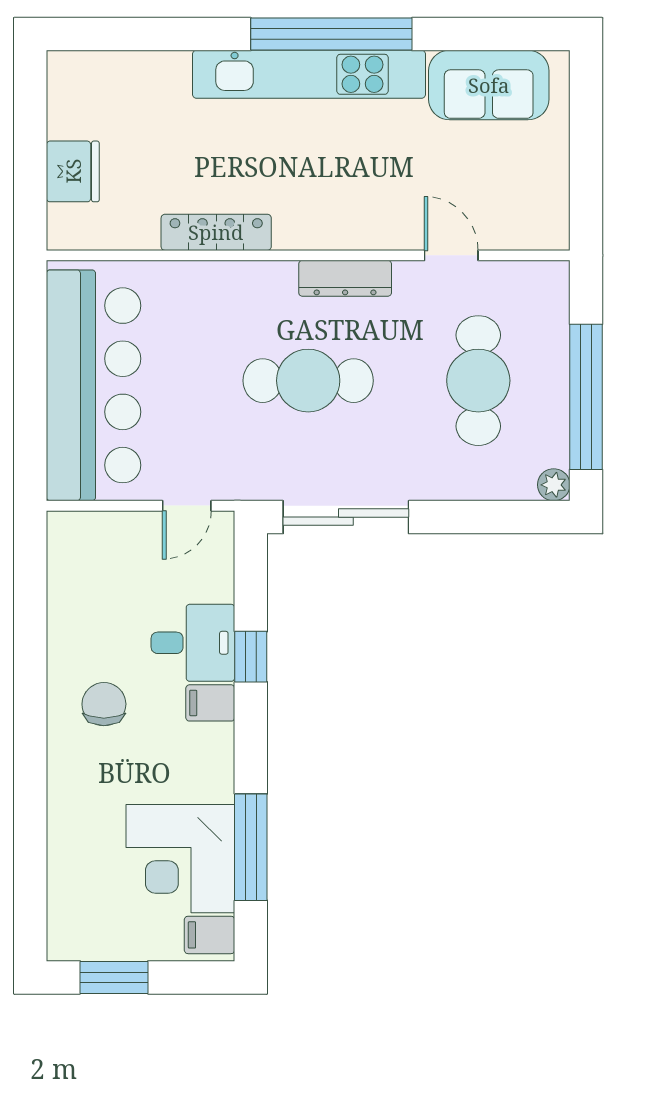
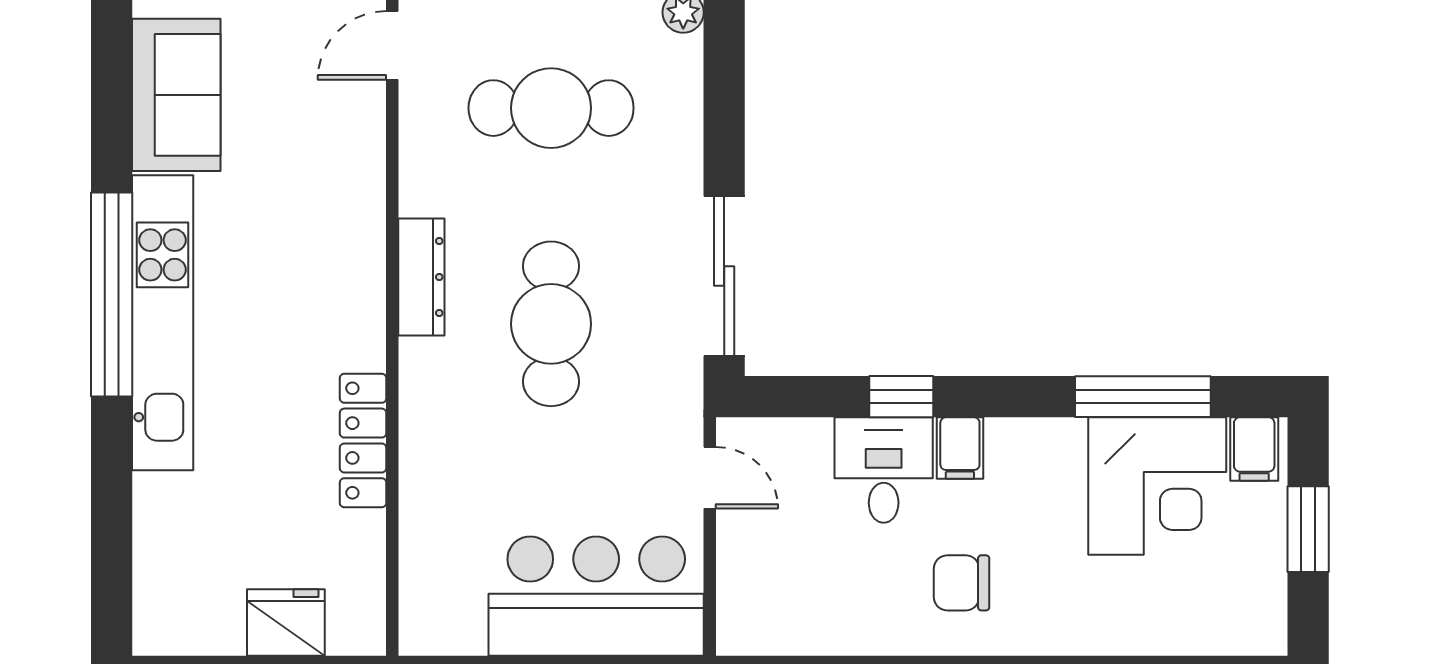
door: (451, 255) -> (392, 45), moved
bar counter: (94, 385) -> (596, 596), width x0.73
window: (114, 977) -> (1308, 529), moved

